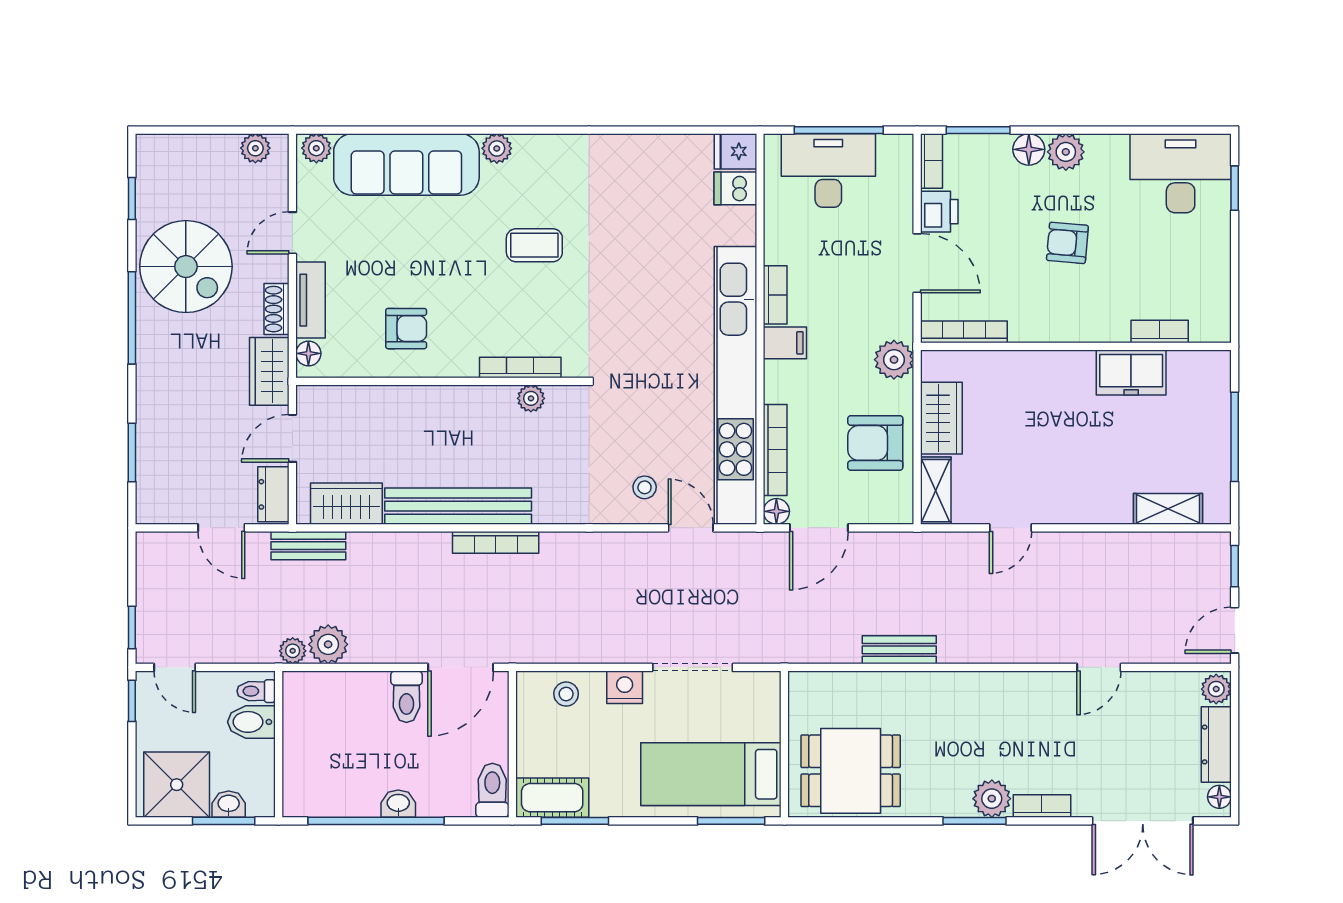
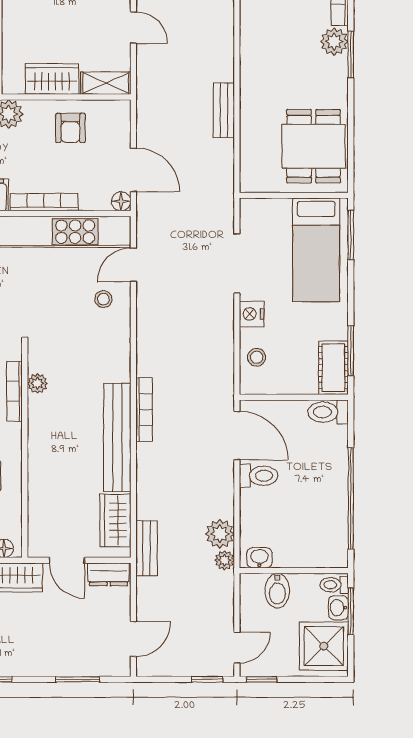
armchair: (875, 443) -> (70, 128), width x0.72, depth x0.72
bookcase: (775, 450) -> (44, 202), moved
door: (221, 528) -> (133, 639), moved
toilet: (256, 691) -> (334, 585), moved, turned 90
washbasin: (398, 804) -> (259, 558), moved, turned 90

